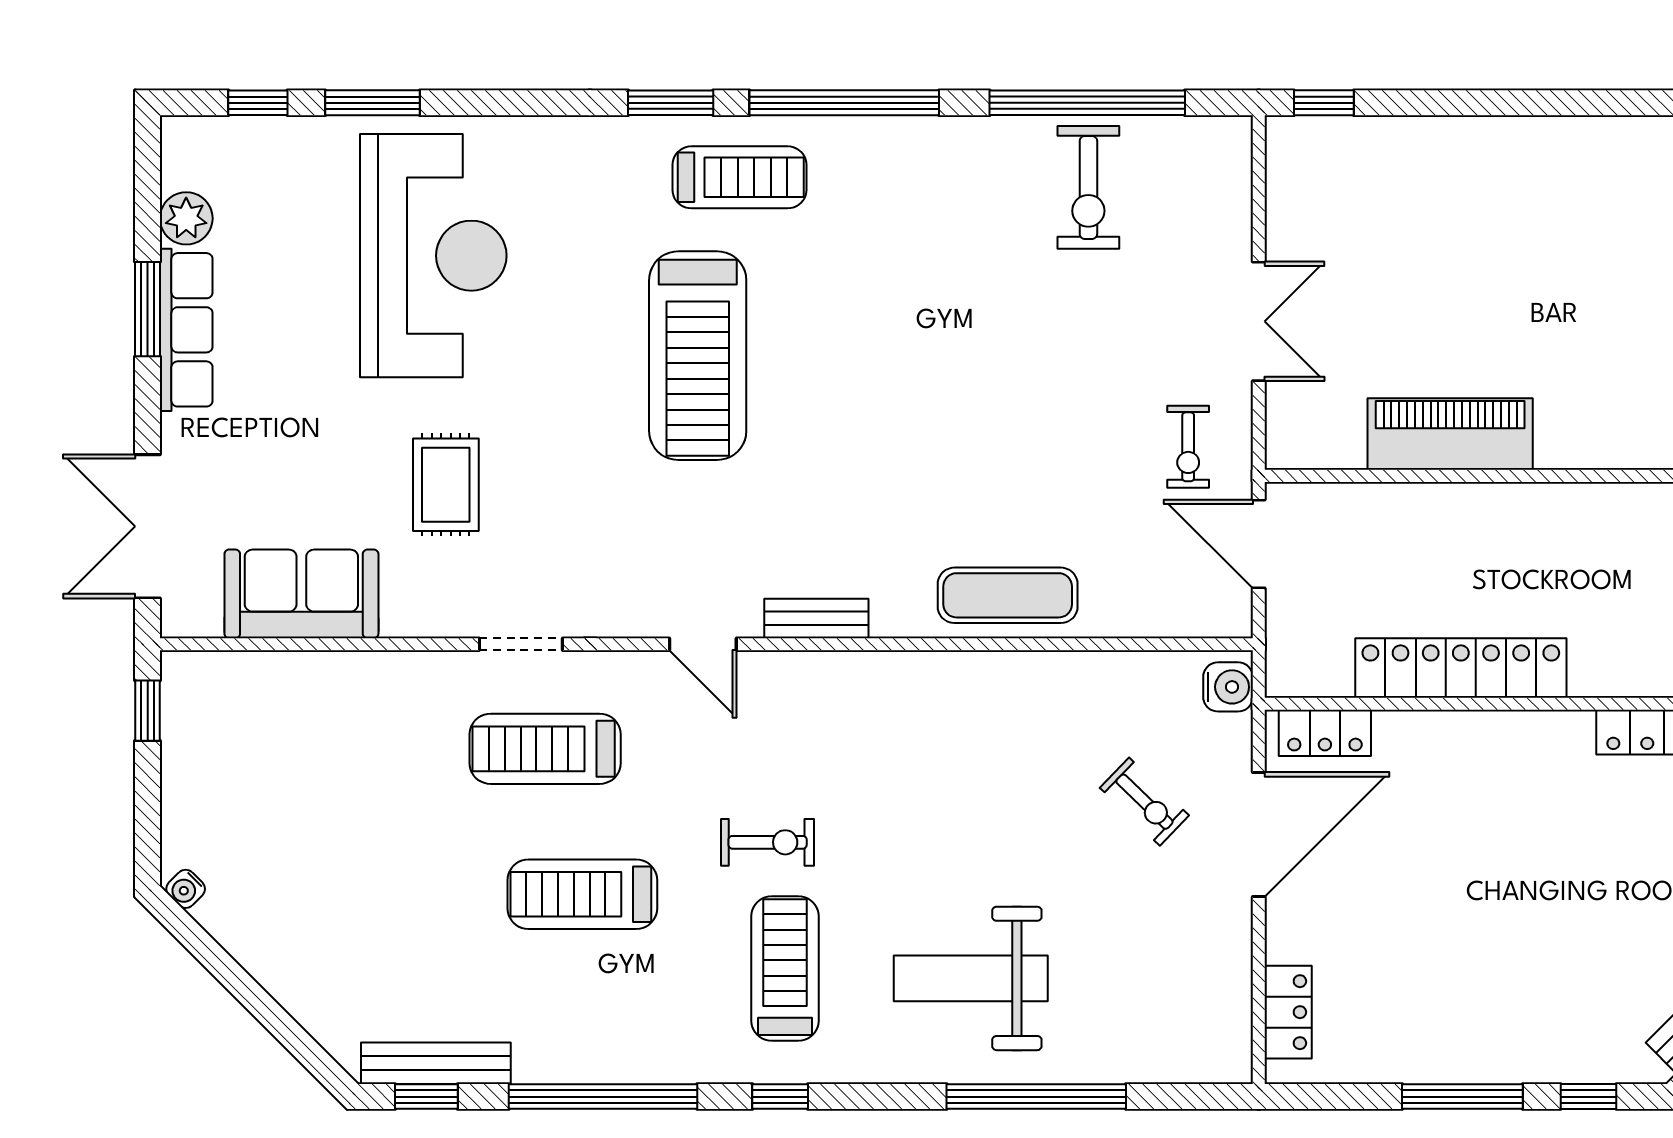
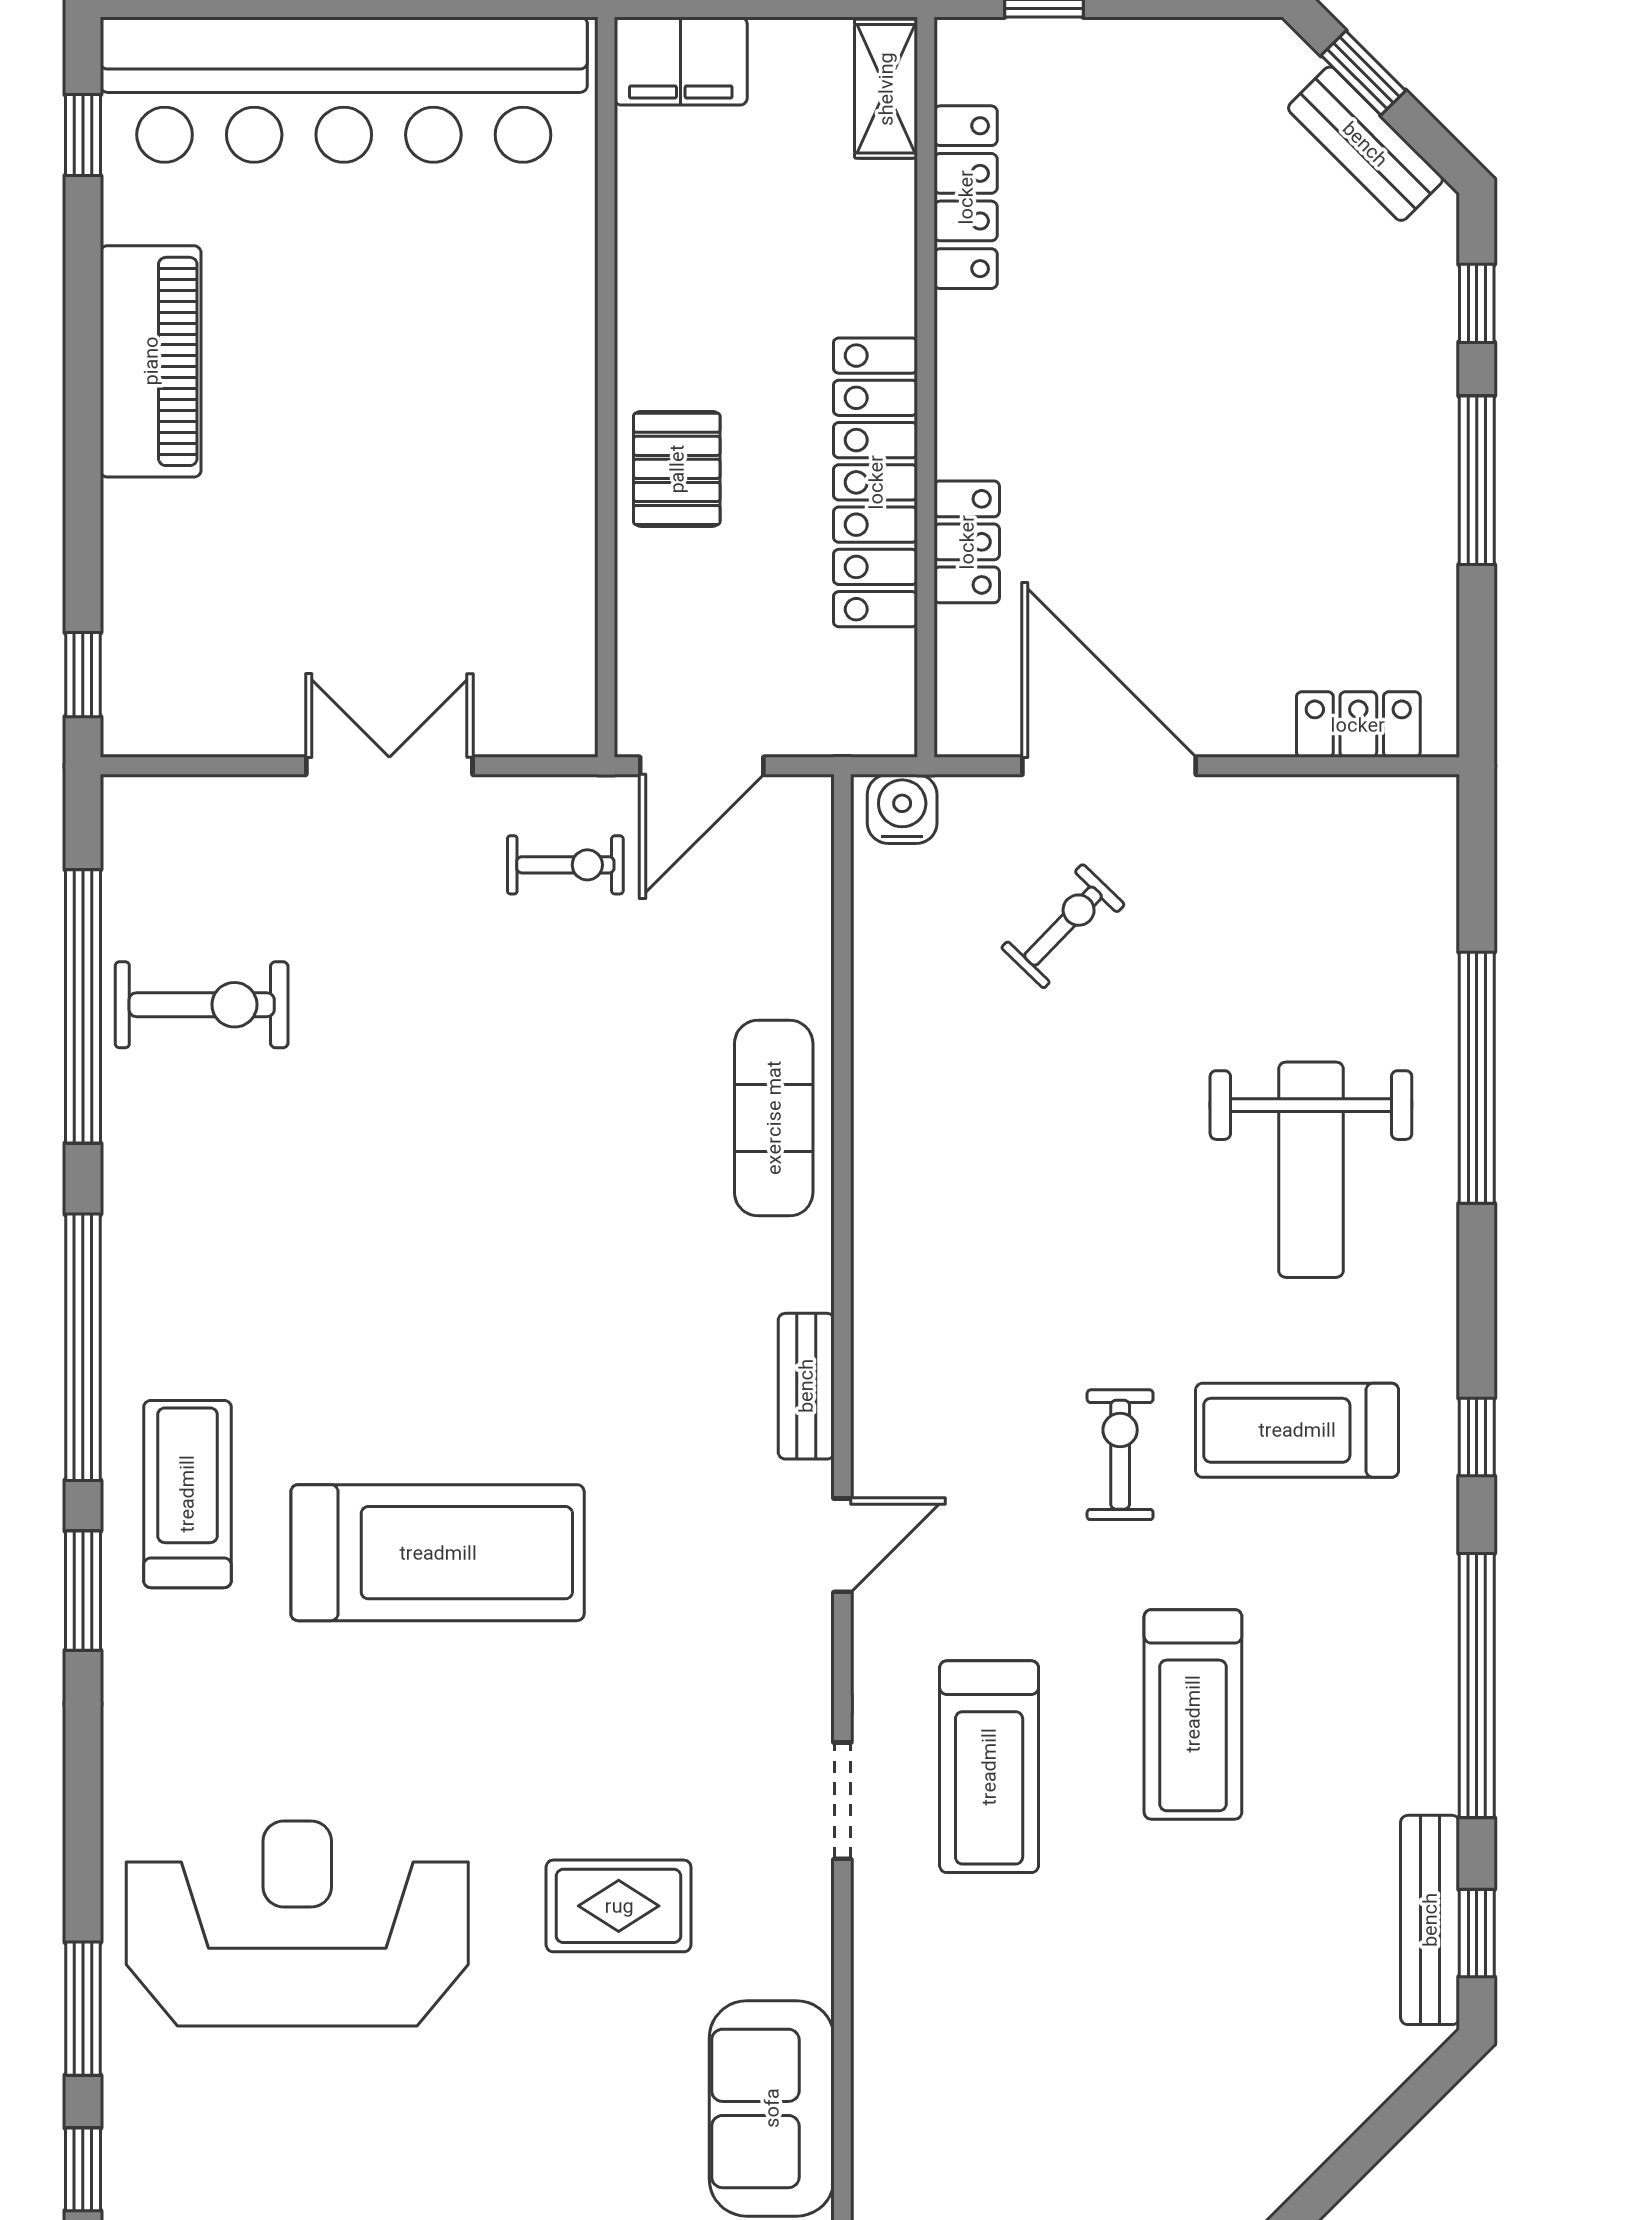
piano: (1450, 434) -> (151, 361), moved, turned 180
pallet: (1470, 526) -> (677, 469), added
locker: (1325, 733) -> (967, 542), moved

